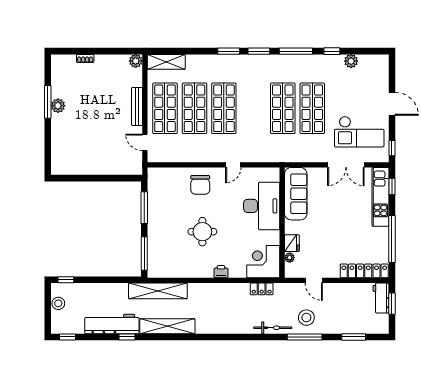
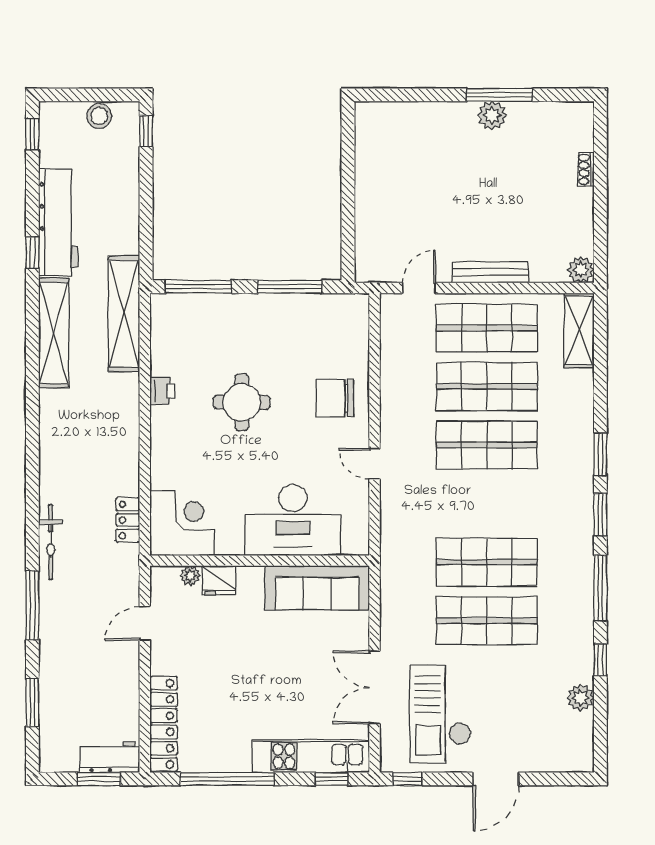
printer: (221, 272) -> (162, 391), moved
stool: (306, 318) -> (71, 609), removed

